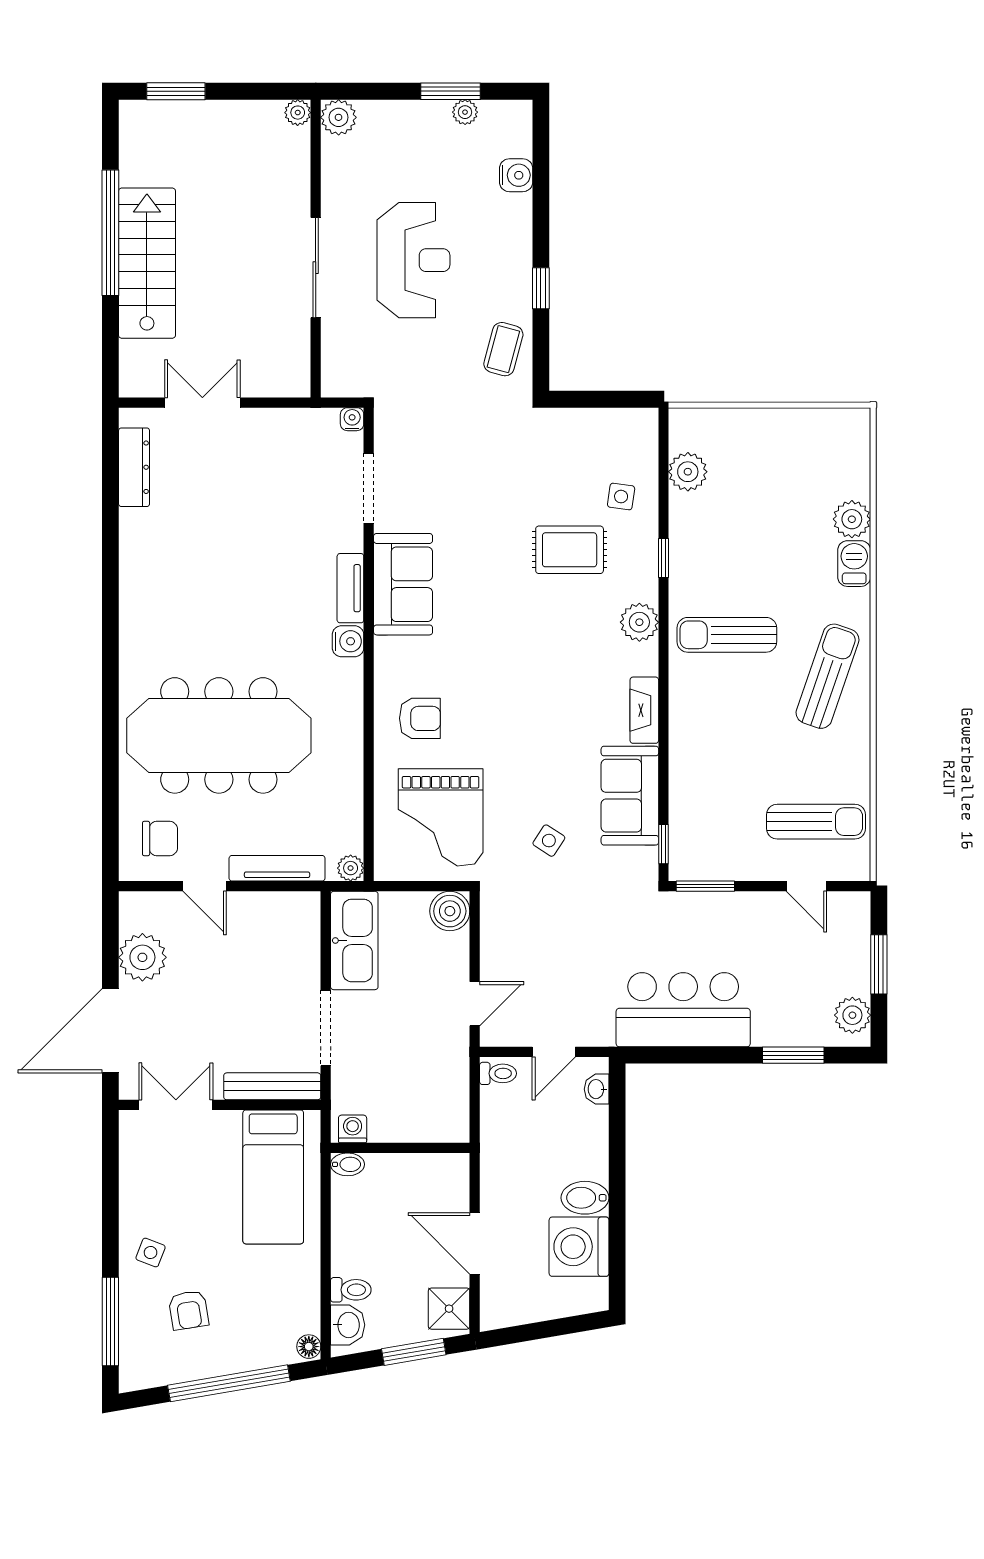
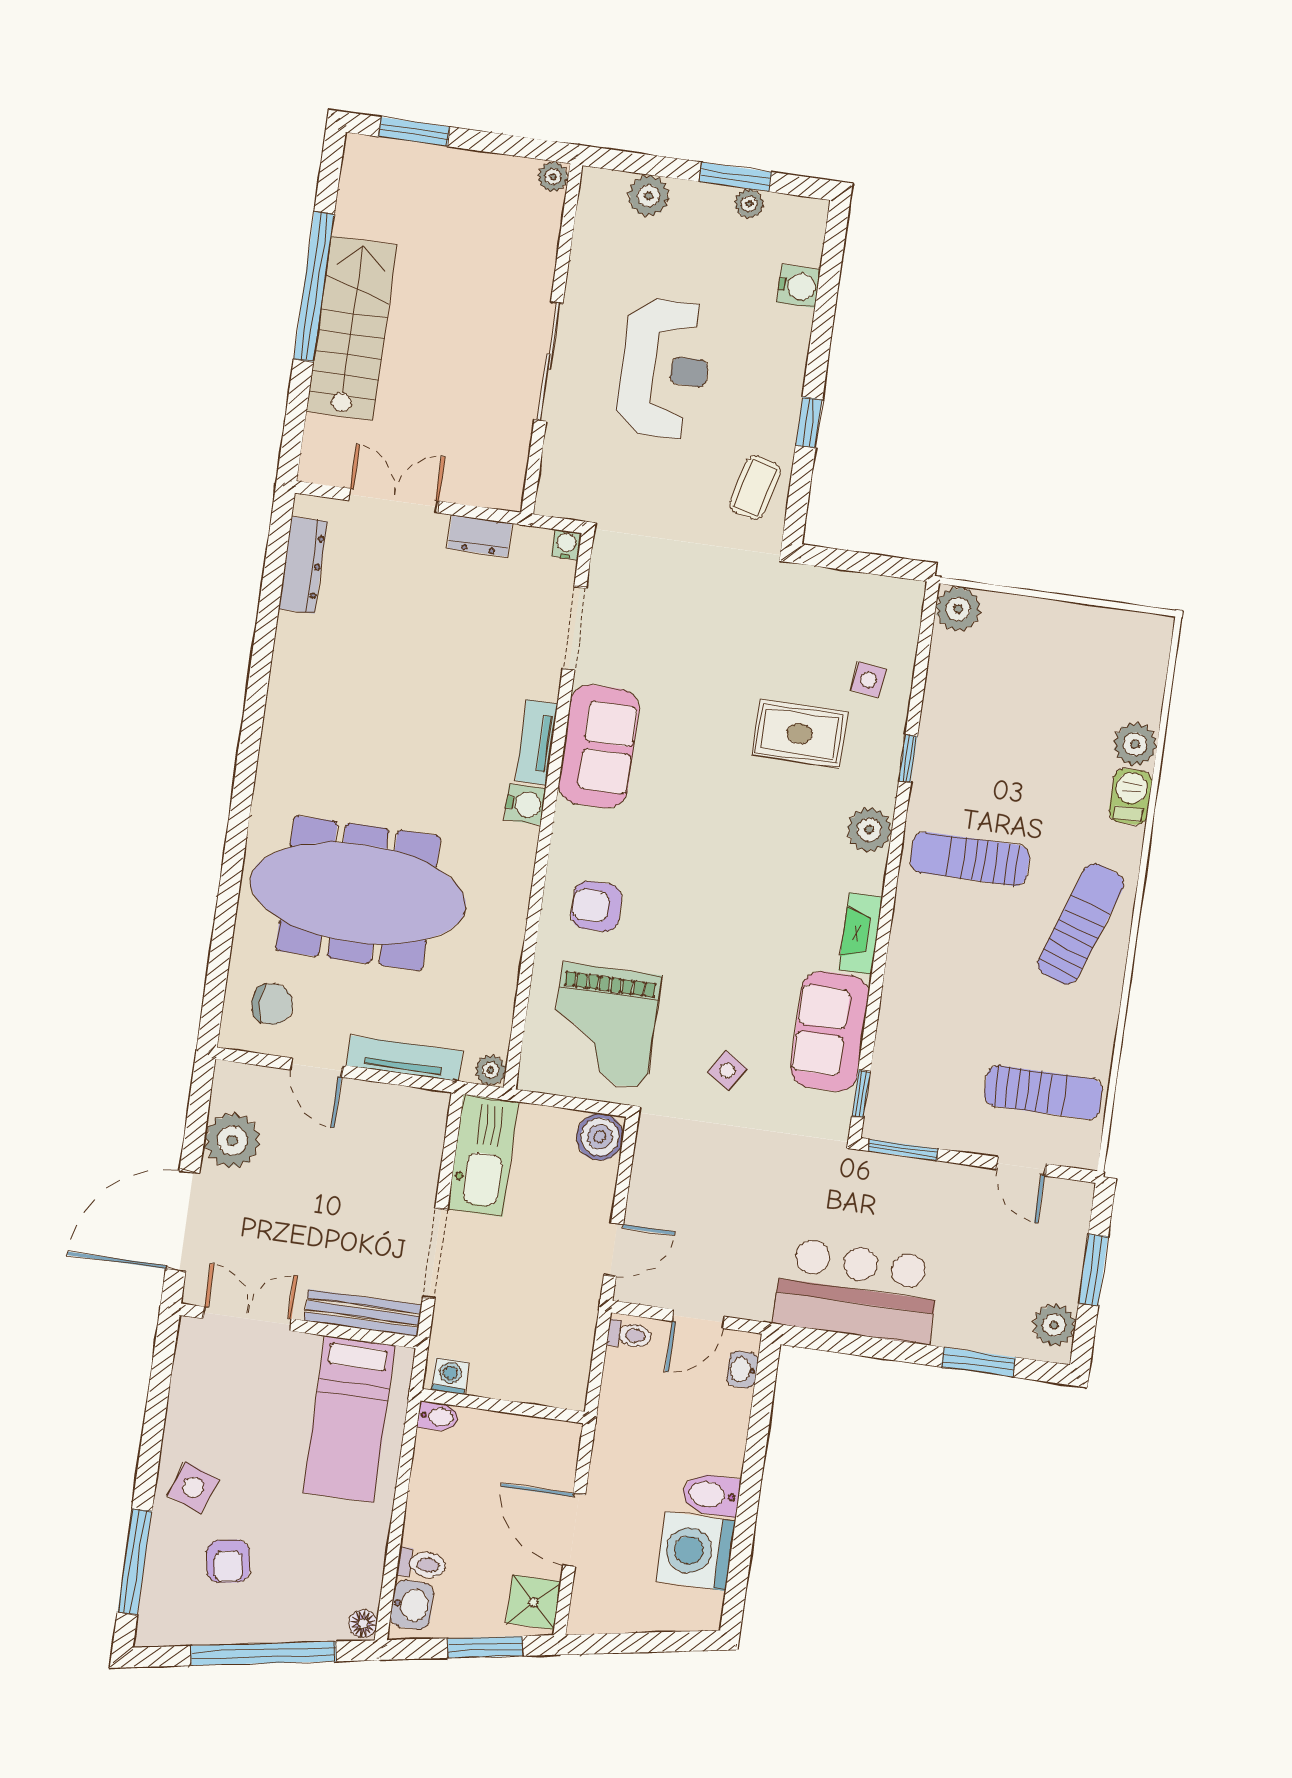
plant: (339, 117) -> (648, 196), moved
dresser: (279, 422) -> (480, 536), added
plant: (688, 472) -> (958, 609), moved
armchair: (420, 718) -> (596, 906), turned 180
side table: (151, 1253) -> (193, 1487), width x1.37, depth x1.37

